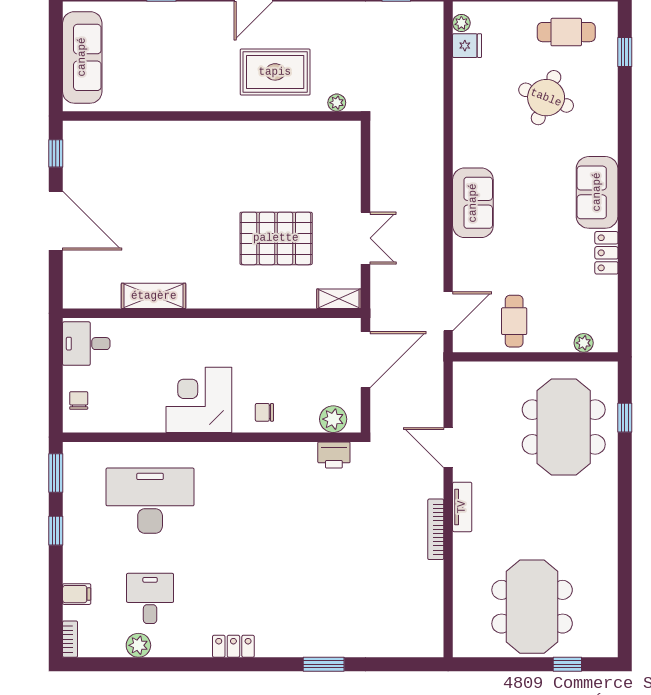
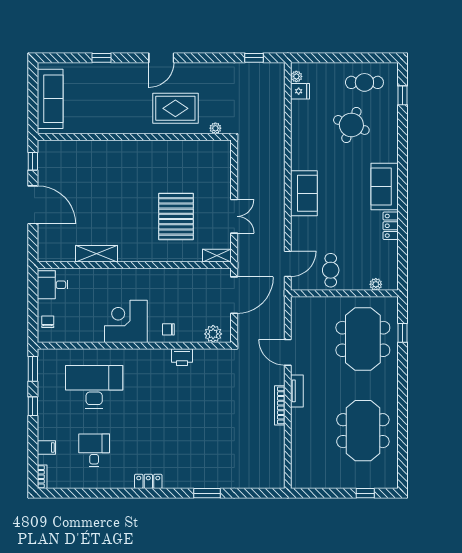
pallet: (276, 238) -> (176, 216), turned 90
printer: (334, 455) -> (182, 357), moved
meeting table: (532, 607) -> (363, 431), moved
plant: (138, 645) -> (87, 481), removed

